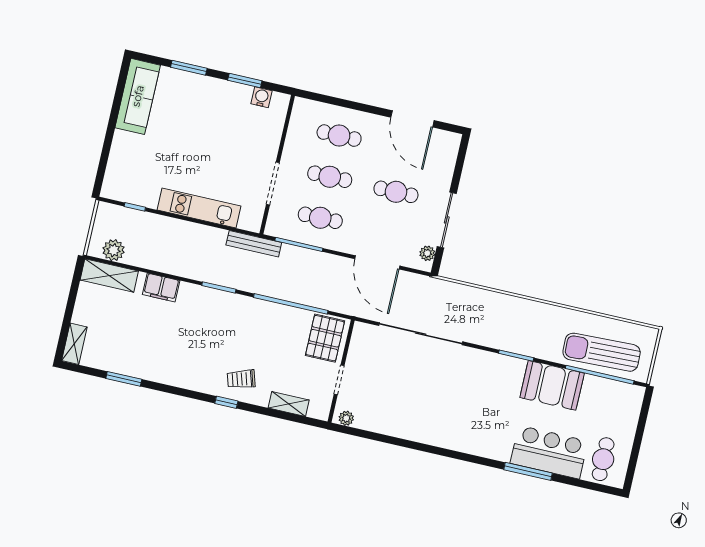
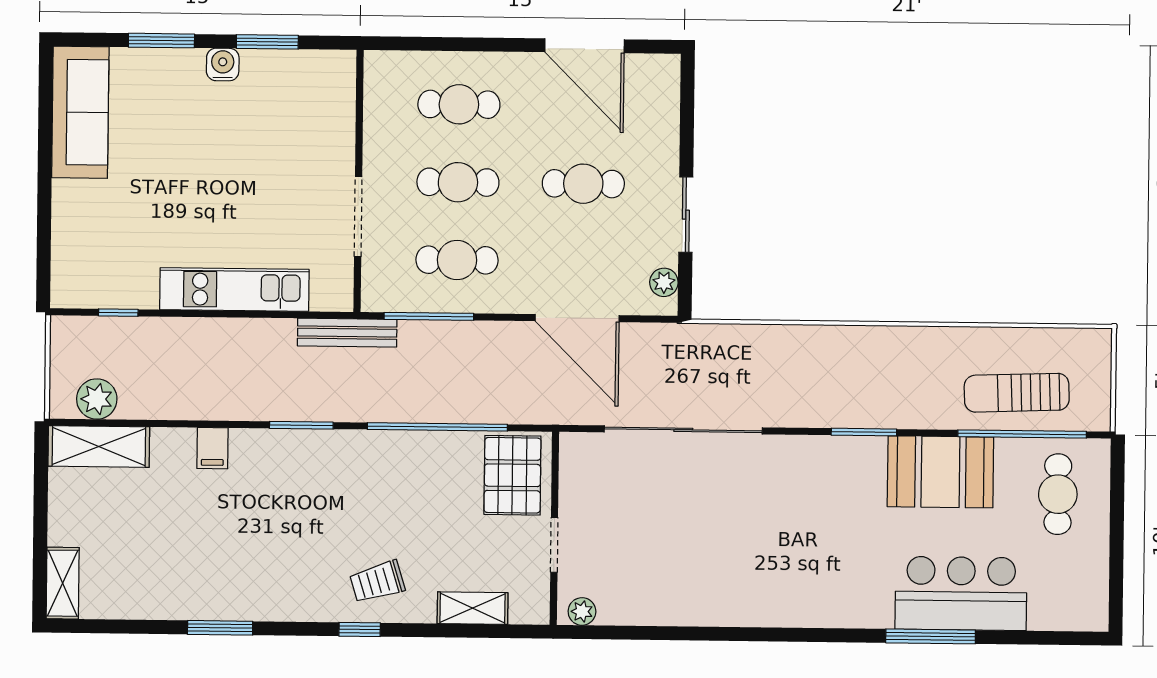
water cooler: (261, 97) -> (223, 64), moved
sliding door: (447, 220) -> (686, 215), width x0.73
filing cabinet: (161, 288) -> (212, 448), width x0.50
sun lounger: (602, 352) -> (1017, 393), width x0.73, depth x0.75
window: (124, 379) -> (220, 628), moved
cafe table: (603, 459) -> (1058, 494), moved

